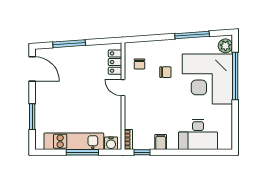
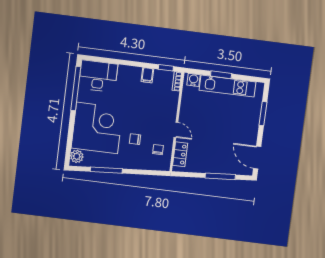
window: (235, 76) -> (76, 89), moved
desk: (198, 134) -> (98, 76), moved
window: (82, 152) -> (221, 75), width x0.69

